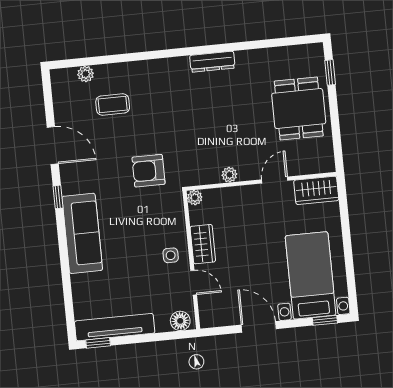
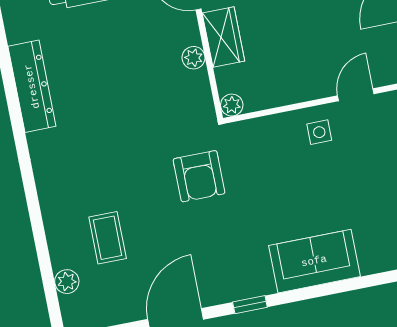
dresser: (212, 62) -> (32, 86), width x1.37, depth x1.24
sofa: (82, 233) -> (314, 261), width x0.73
wardrobe: (203, 244) -> (223, 37), moved, turned 90

